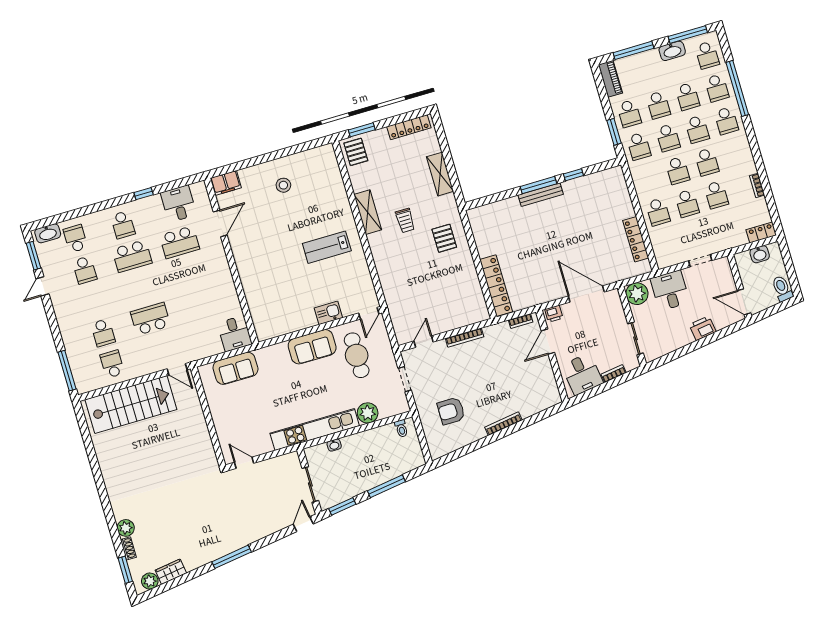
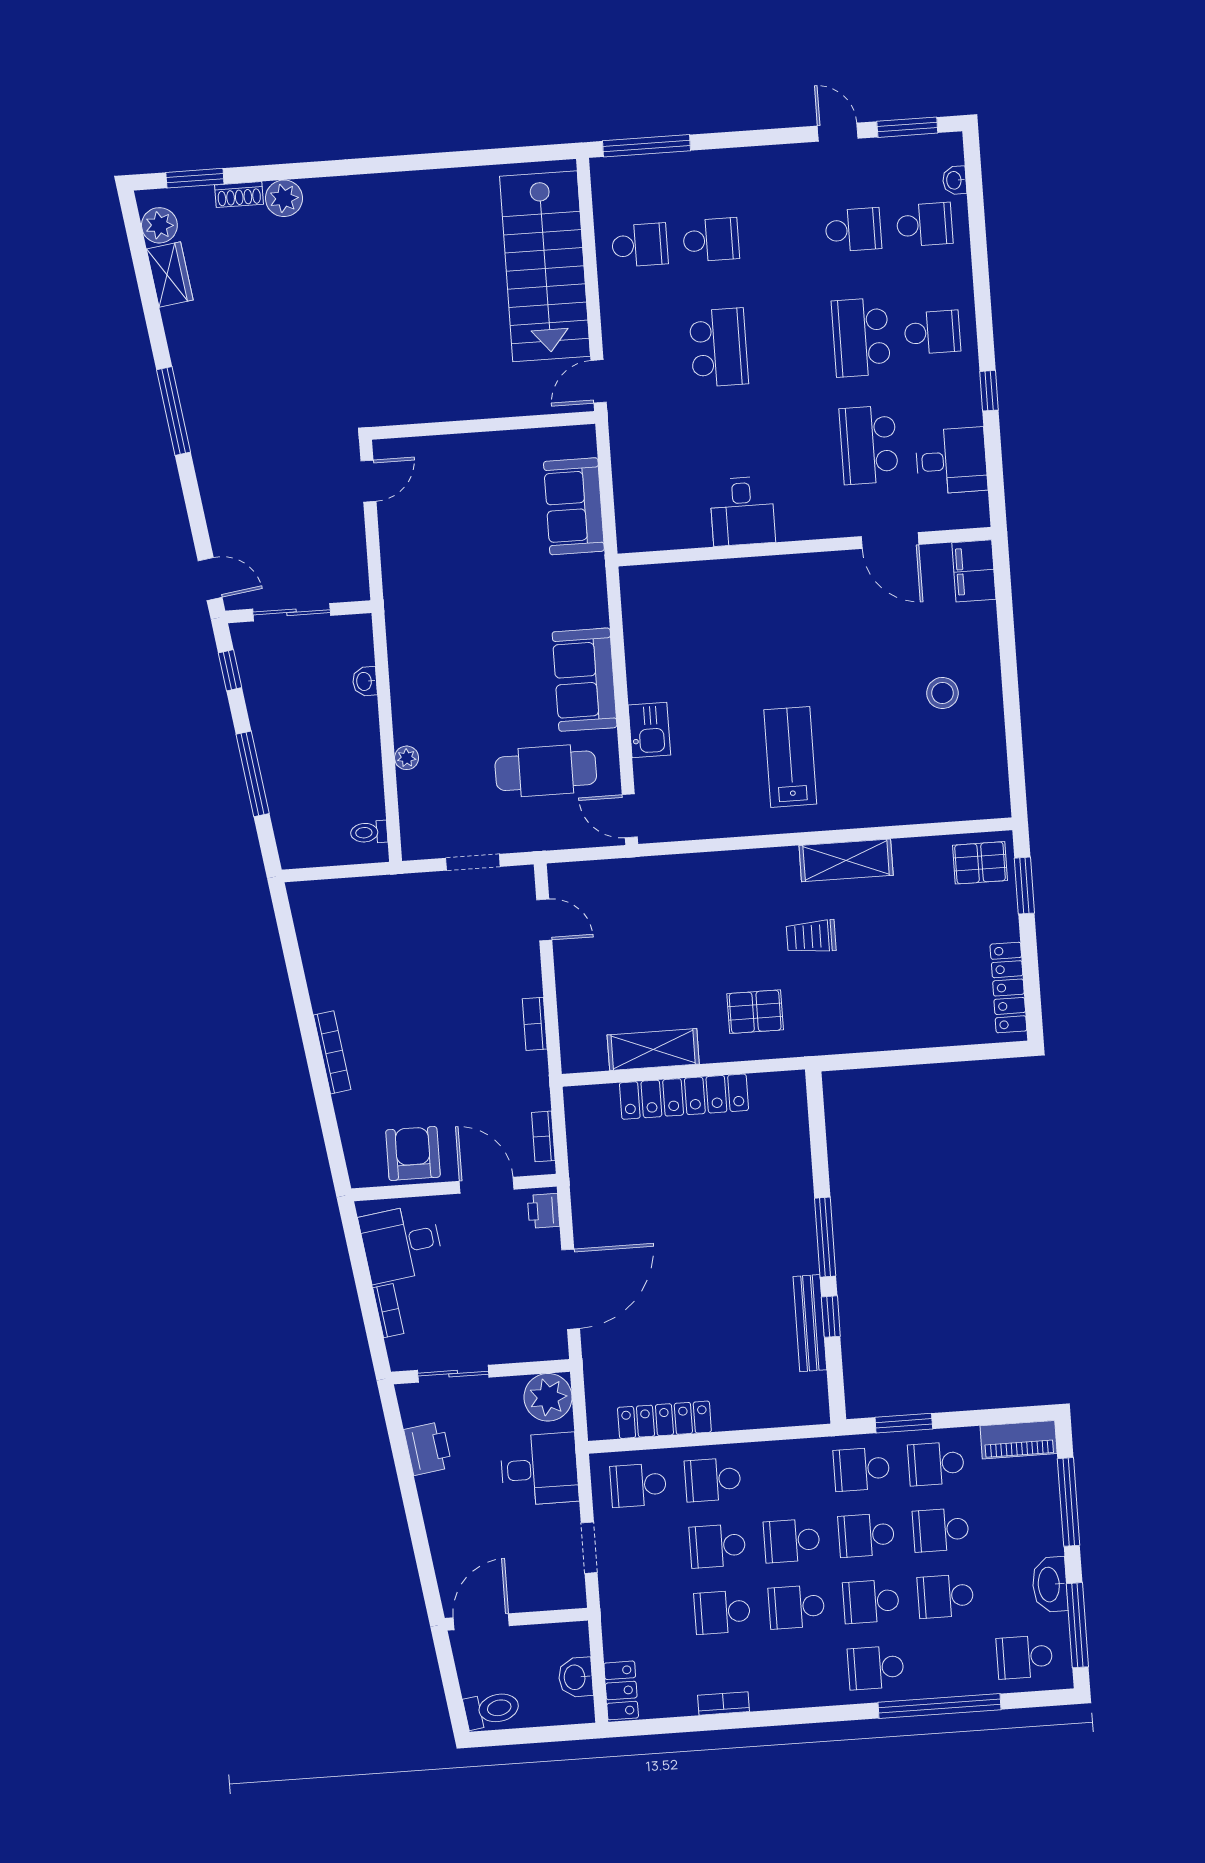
school desk: (717, 88) -> (638, 1485), moved
shelving: (440, 174) -> (653, 1050), moved
bench: (541, 195) -> (810, 1323), moved
school desk: (123, 225) -> (932, 332), turned 180
washbasin: (48, 233) -> (955, 180), width x0.52, depth x0.69
school desk: (85, 270) -> (853, 230), turned 180
locker: (496, 286) -> (684, 1097), moved
printer: (703, 328) -> (428, 1448), moved
school desk: (103, 333) -> (711, 240), turned 180
desk: (235, 334) -> (742, 511), moved, turned -90
bookcase: (465, 338) -> (535, 1024), width x0.64
armchair: (451, 411) -> (413, 1153), moved
plant: (368, 413) -> (407, 758), width x0.53, depth x0.53
kitchen unit: (315, 430) -> (407, 647), removed
window: (342, 506) -> (230, 670), width x0.67

